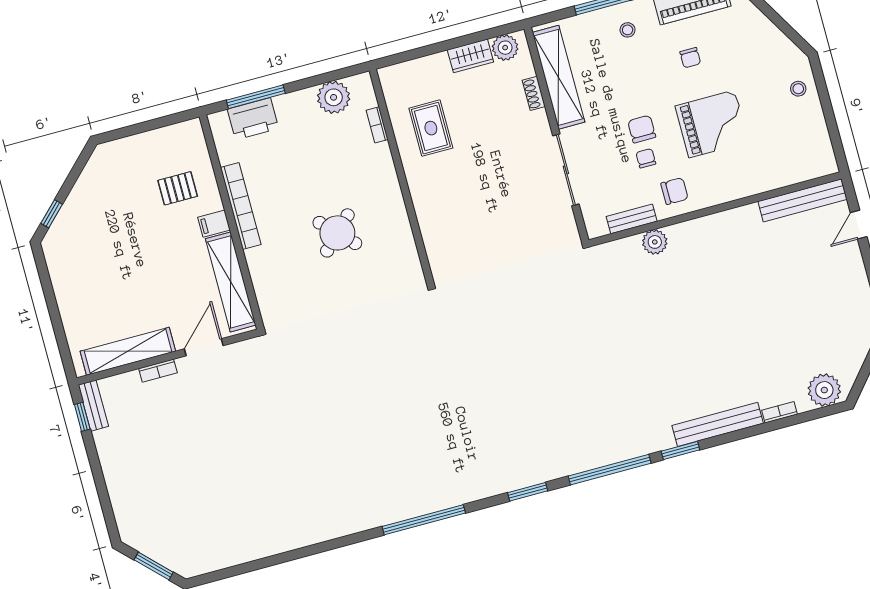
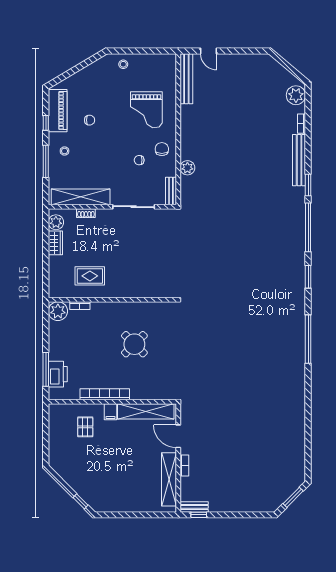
plant: (334, 97) -> (58, 311), moved
grand piano: (712, 124) -> (146, 110), moved, turned 180
chair: (642, 129) -> (122, 158), removed
bench: (632, 219) -> (171, 191), moved

